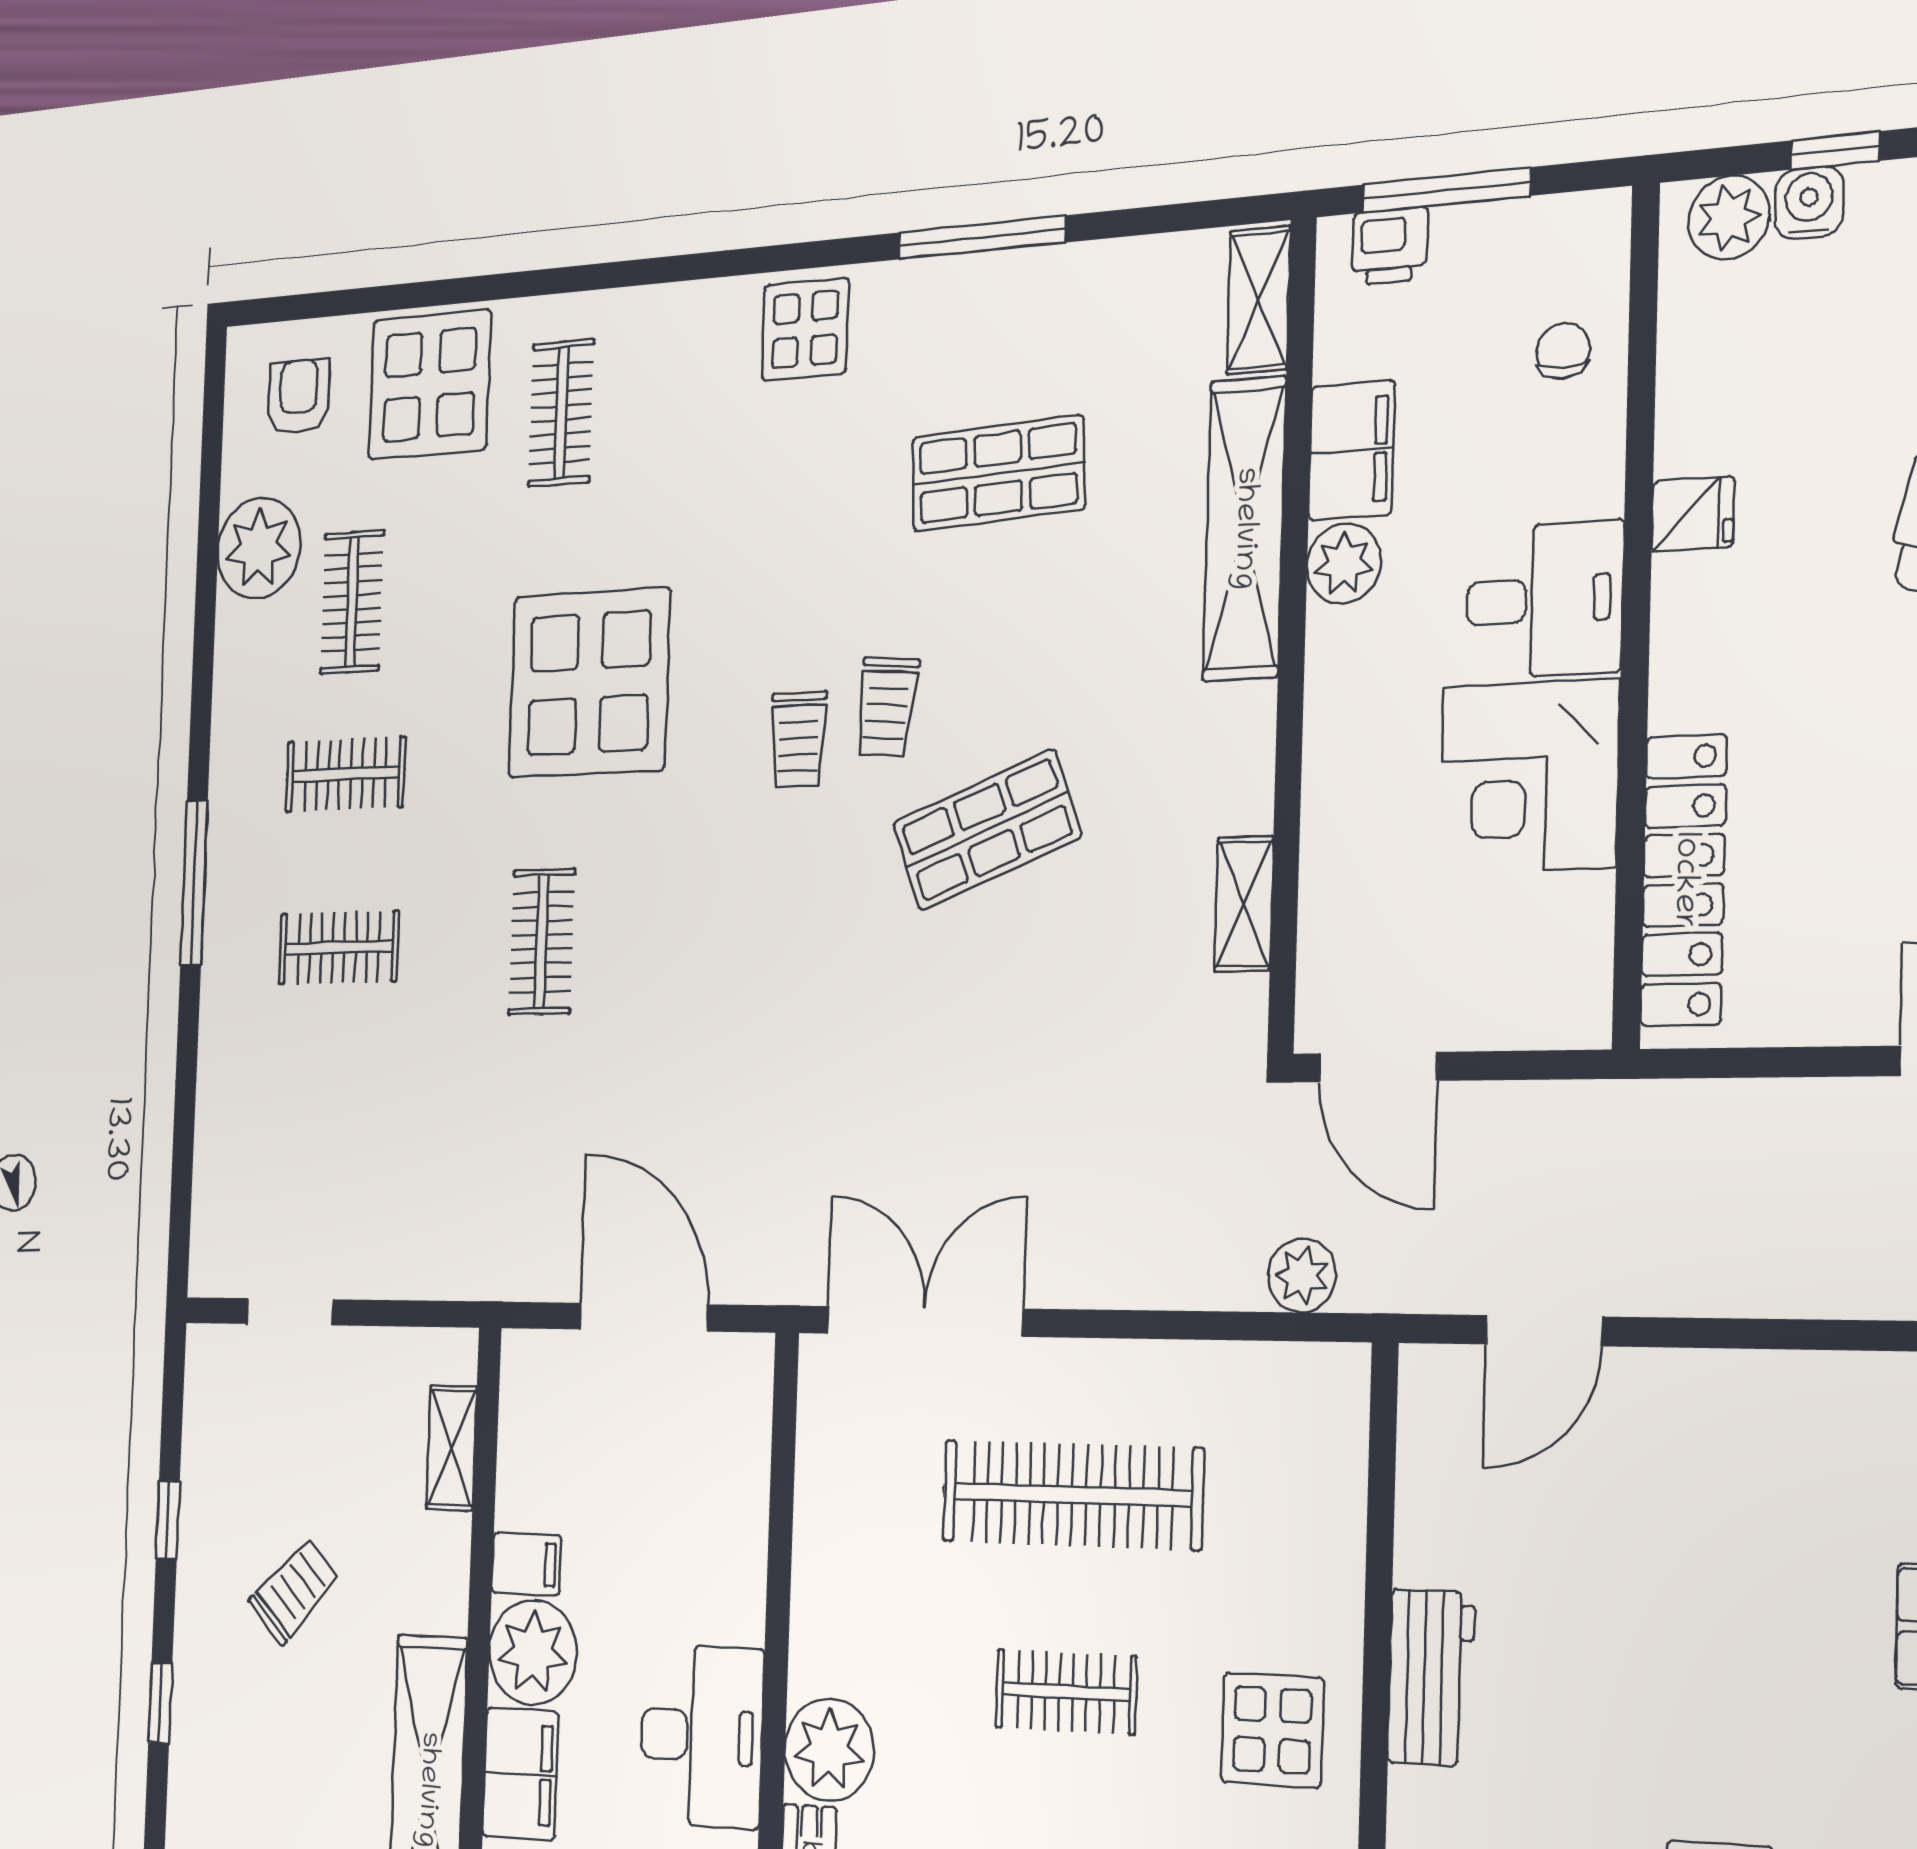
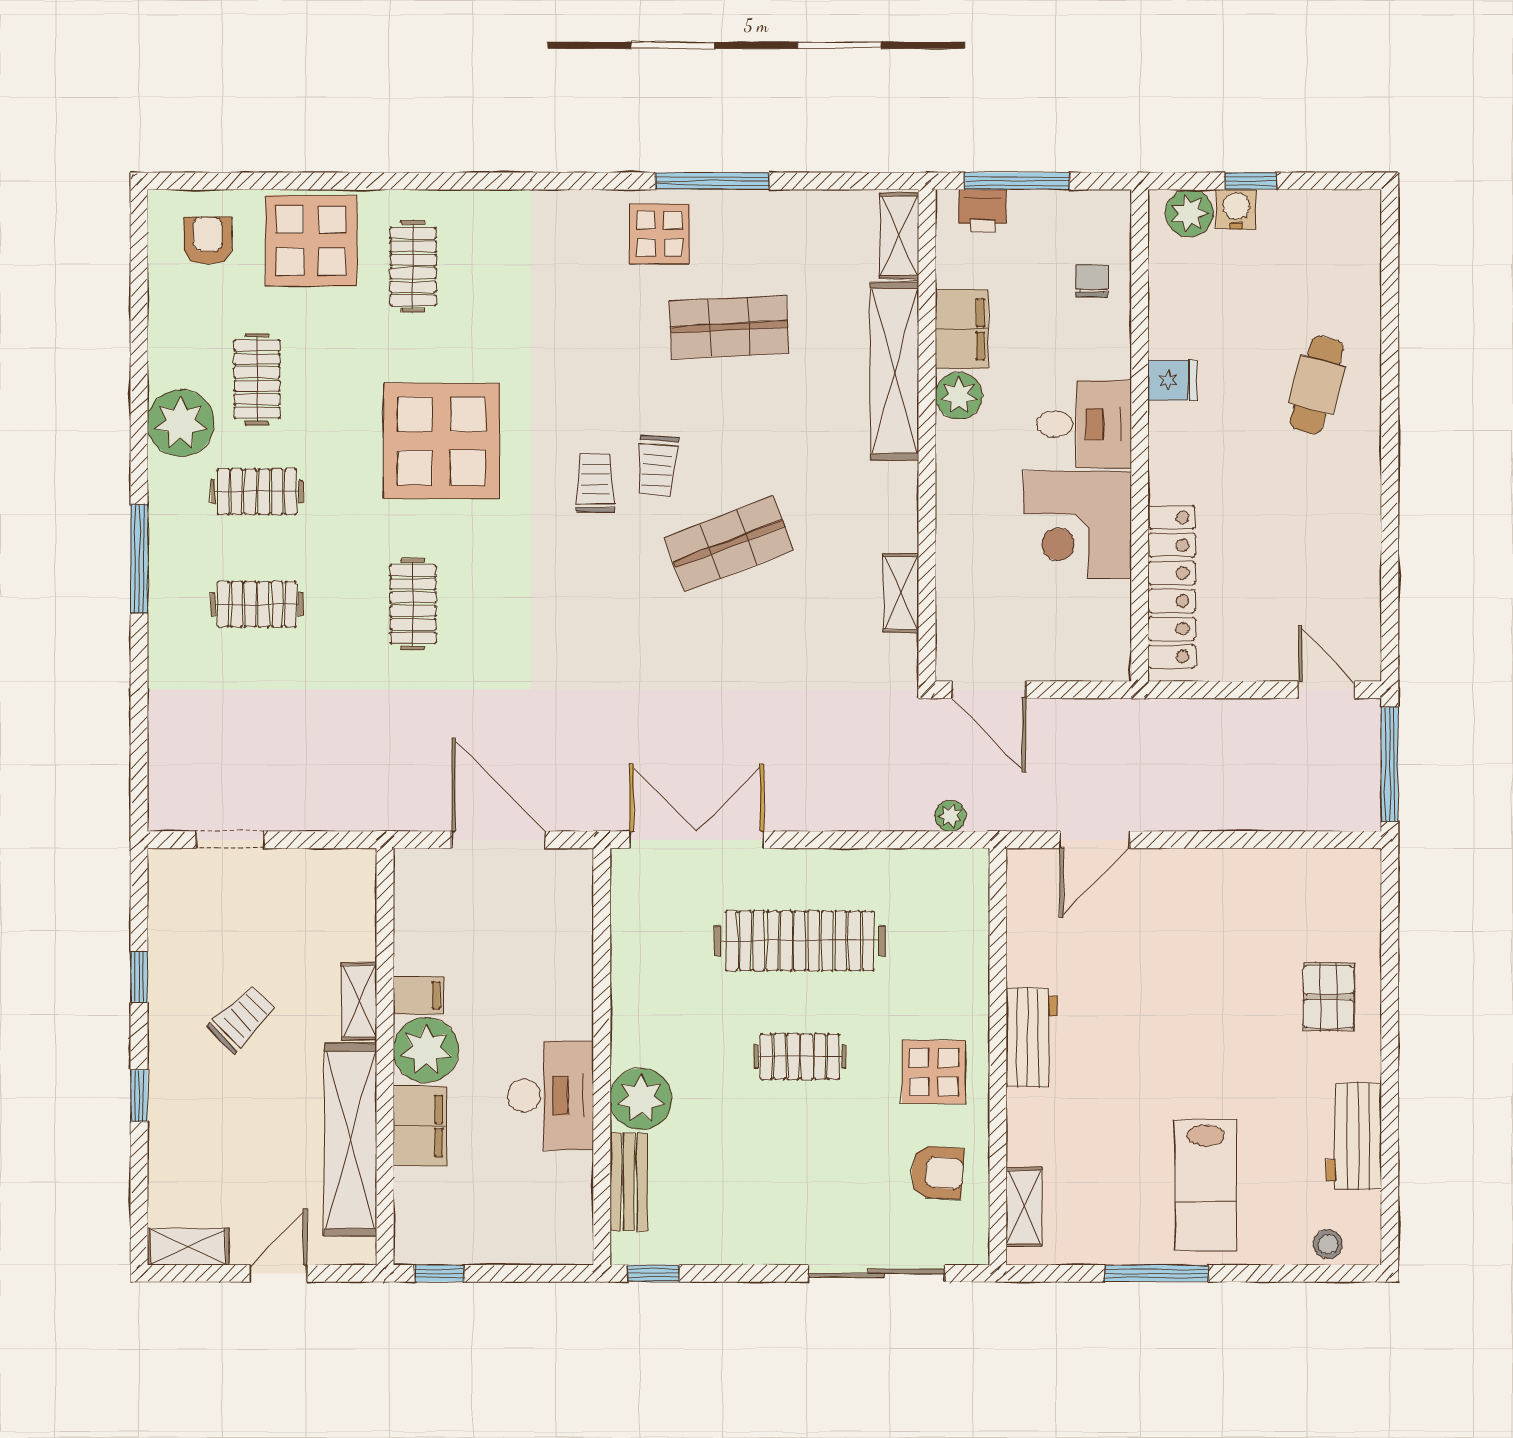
display table: (805, 329) -> (660, 234), moved
plant: (259, 548) -> (181, 423), moved
trolley: (798, 739) -> (595, 483), turned 180
plant: (1302, 1276) -> (950, 816), width x0.73, depth x0.73
shelving: (452, 1448) -> (359, 1001), moved

